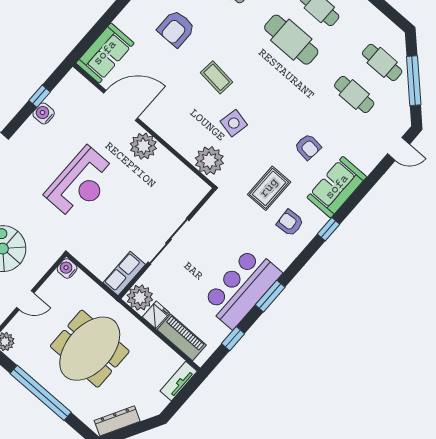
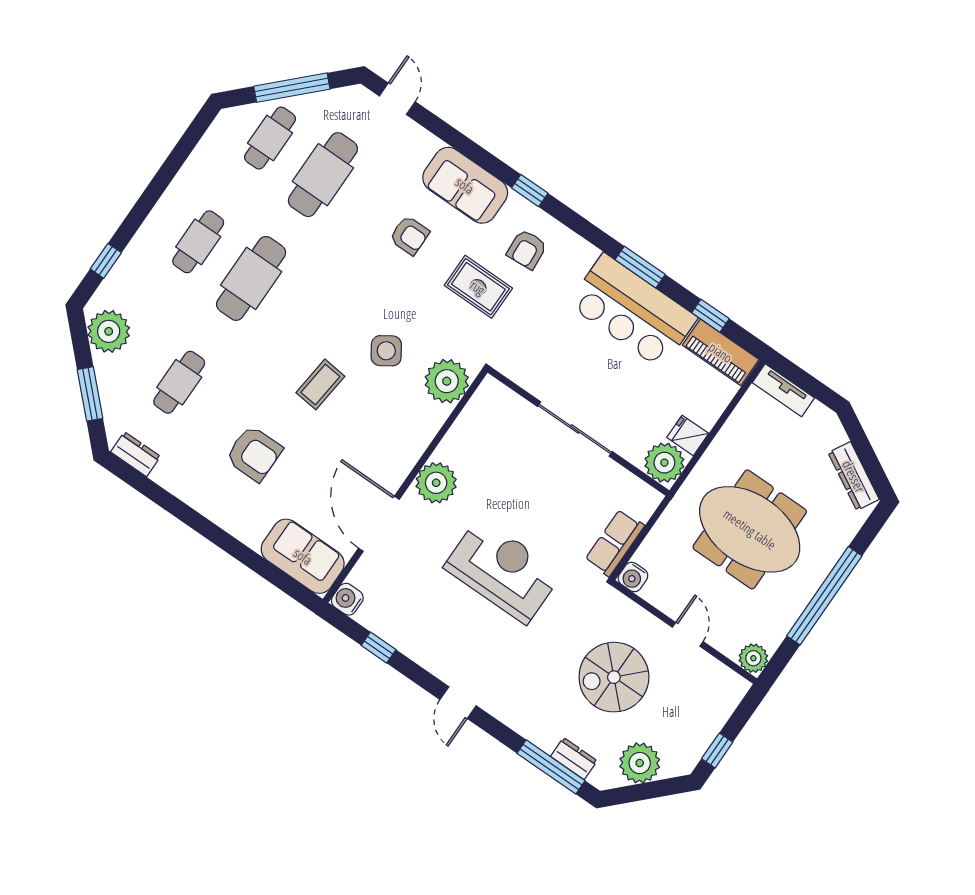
cafe table: (354, 94) -> (323, 175), width x1.37, depth x1.35
water cooler: (44, 113) -> (347, 599), moved, turned 90
side table: (234, 123) -> (386, 351), turned 45
armchair: (308, 147) -> (409, 235), turned 84
row of seats: (124, 274) -> (615, 543), moved, turned 90
piano: (182, 337) -> (721, 352), moved, turned -90

